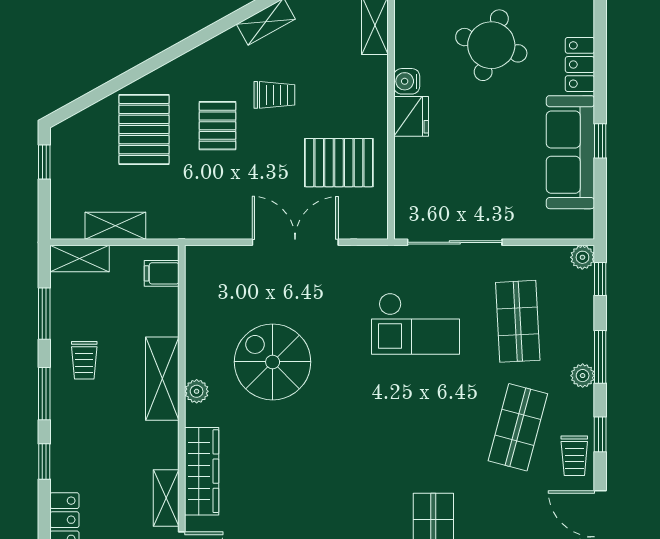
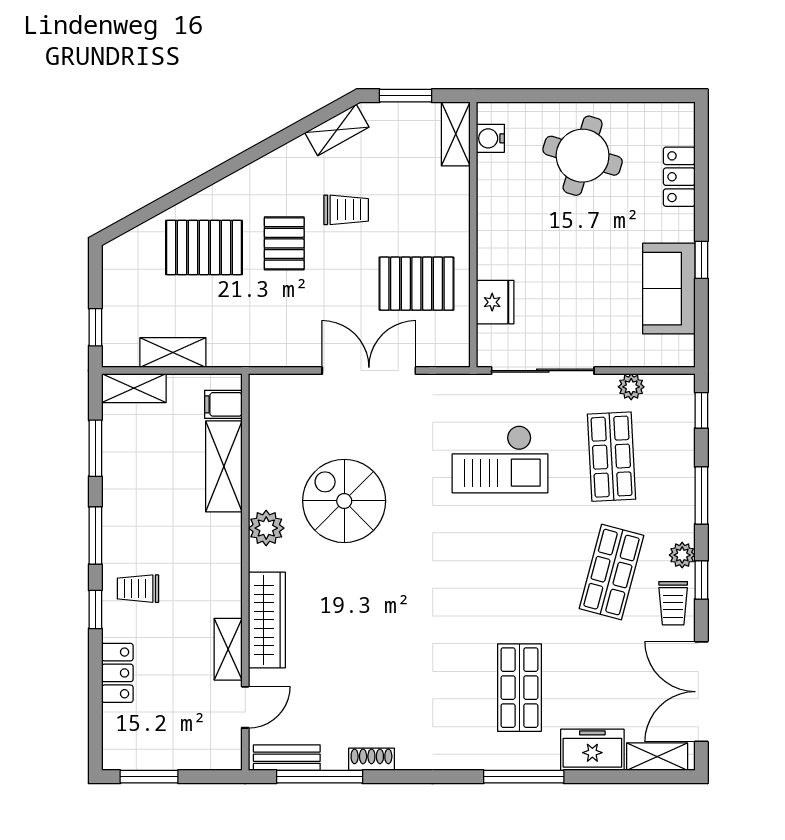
water cooler: (407, 81) -> (490, 138), moved
fridge: (411, 116) -> (495, 302), moved
pallet: (144, 129) -> (204, 248), turned 90
sofa: (570, 152) -> (669, 289), width x0.73
window: (44, 162) -> (95, 327), moved
plant: (582, 257) -> (631, 387), moved
trolley: (84, 360) -> (138, 589), moved, turned 90
plant: (583, 376) -> (682, 555), moved
shelving: (162, 379) -> (224, 466), moved
plant: (197, 391) -> (266, 528), width x1.38, depth x1.38

